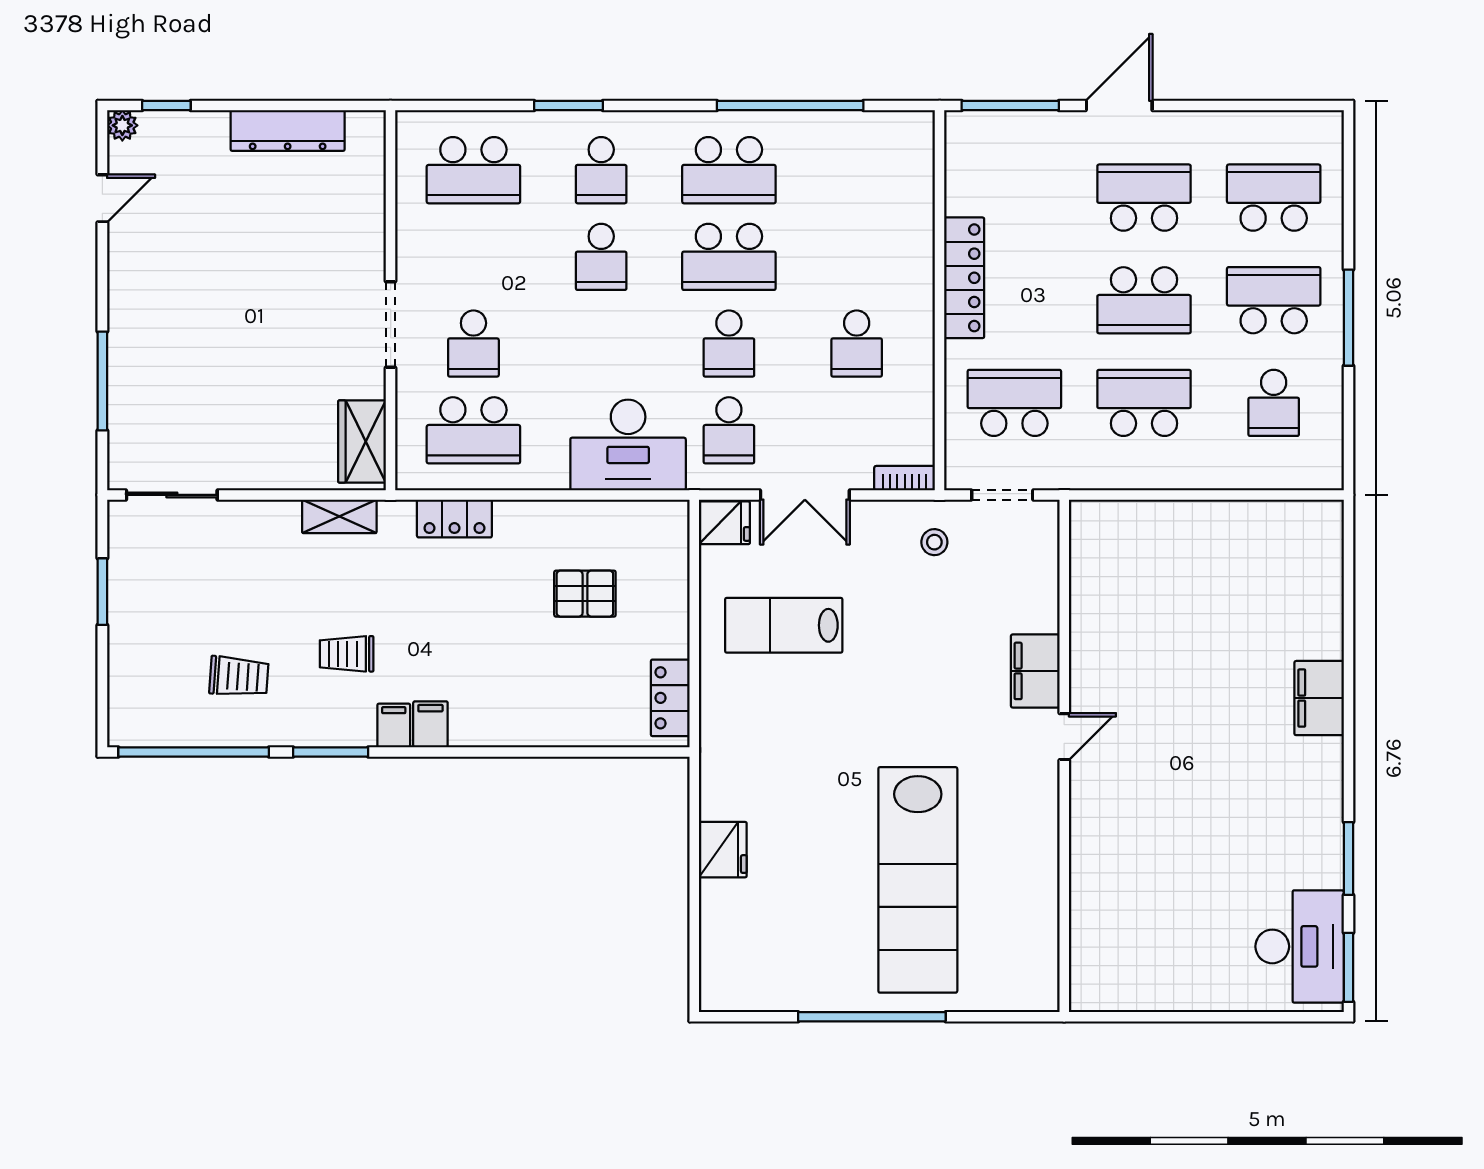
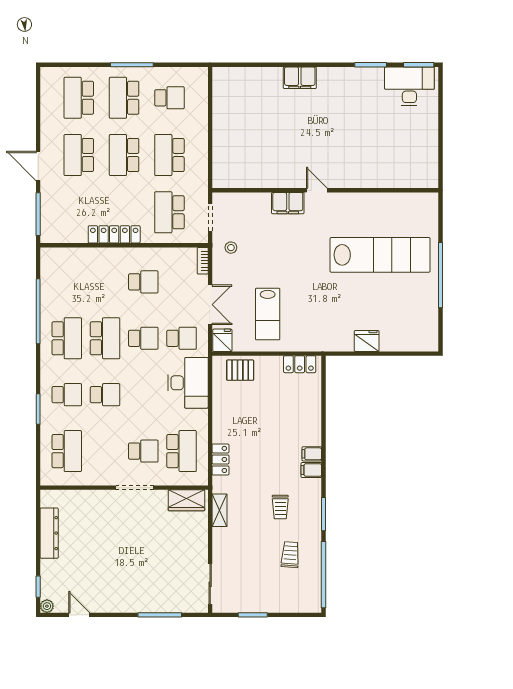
school desk: (1144, 300) -> (124, 155), turned 180
pallet: (585, 594) -> (240, 370), moved, turned 90
filing cabinet: (394, 725) -> (312, 454), moved

